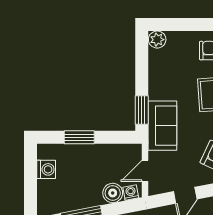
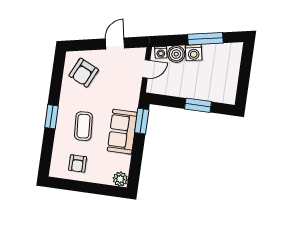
sofa: (162, 126) -> (122, 132), moved
washing machine: (46, 169) -> (194, 53), moved, turned -101

